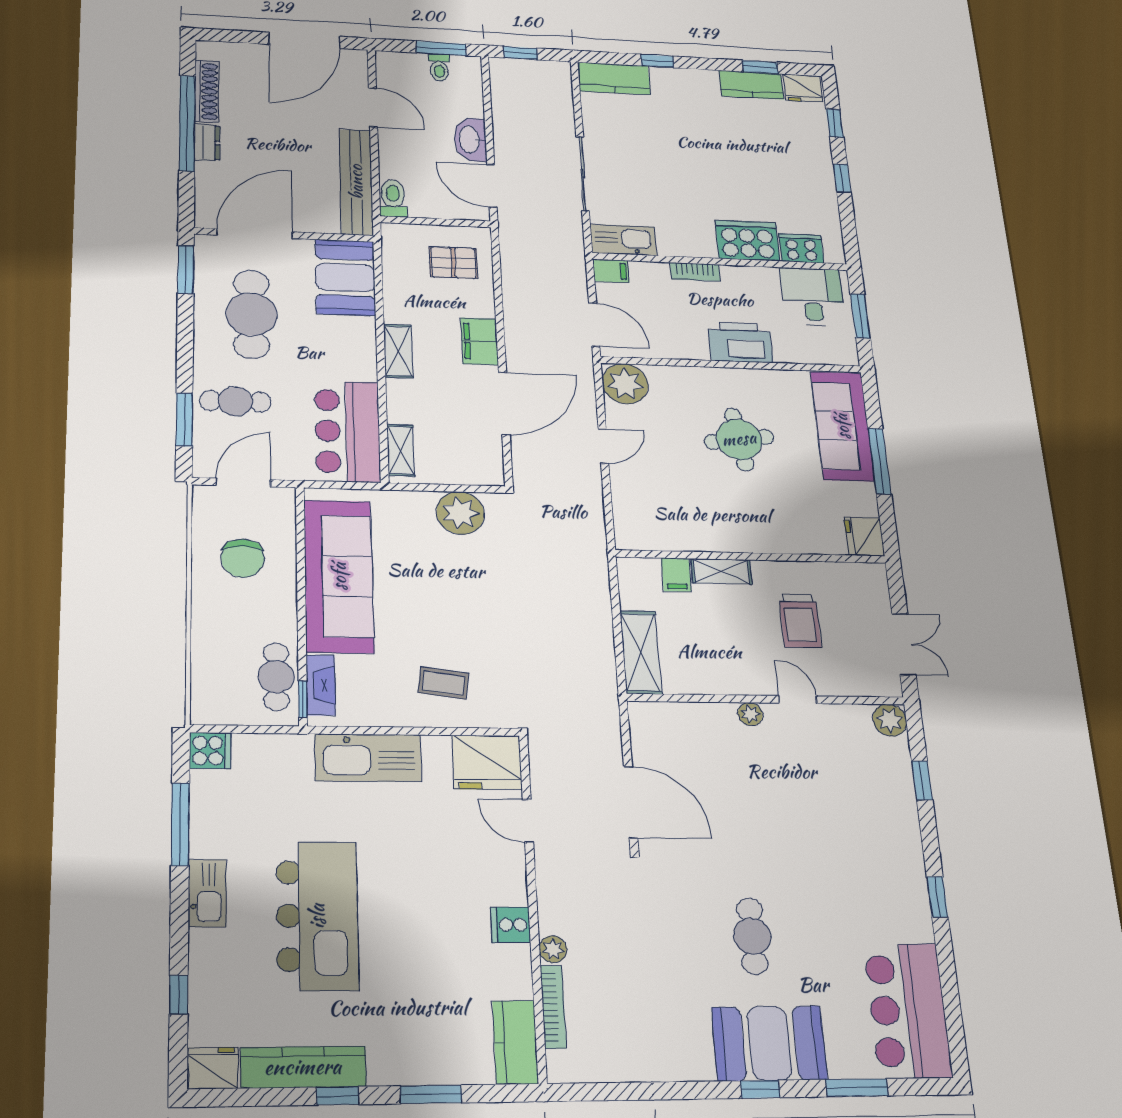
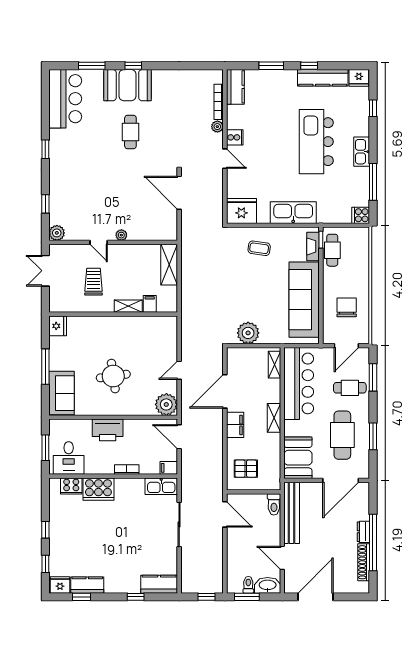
washbasin: (470, 140) -> (268, 585), moved, turned -90
window: (186, 269) -> (373, 436), moved
sofa: (842, 426) -> (62, 393), width x0.73
bar counter: (348, 431) -> (299, 383), width x1.36
door: (528, 821) -> (225, 159), moved

